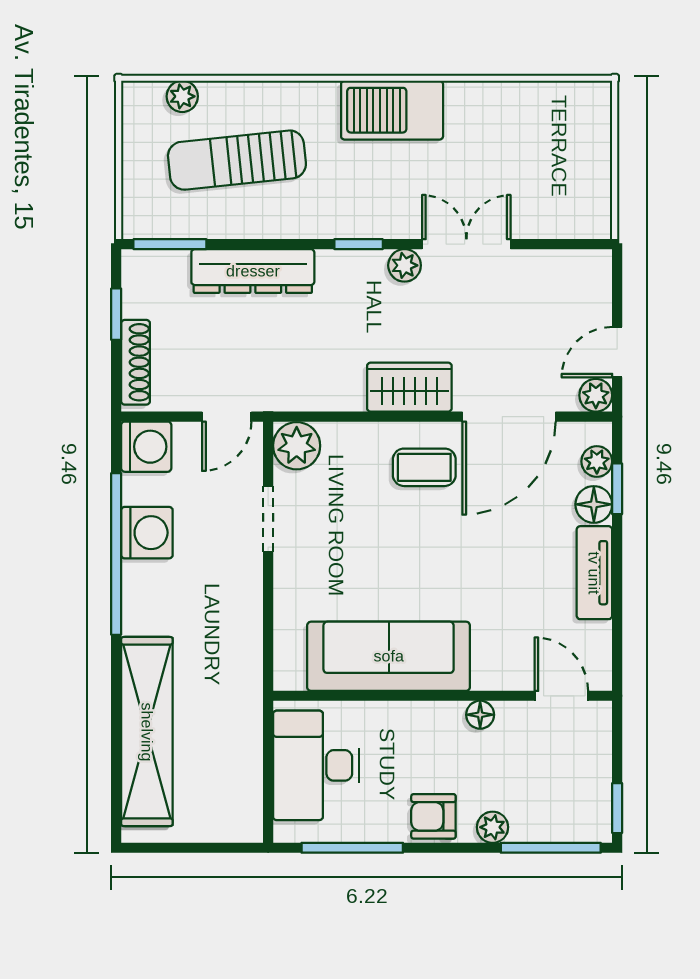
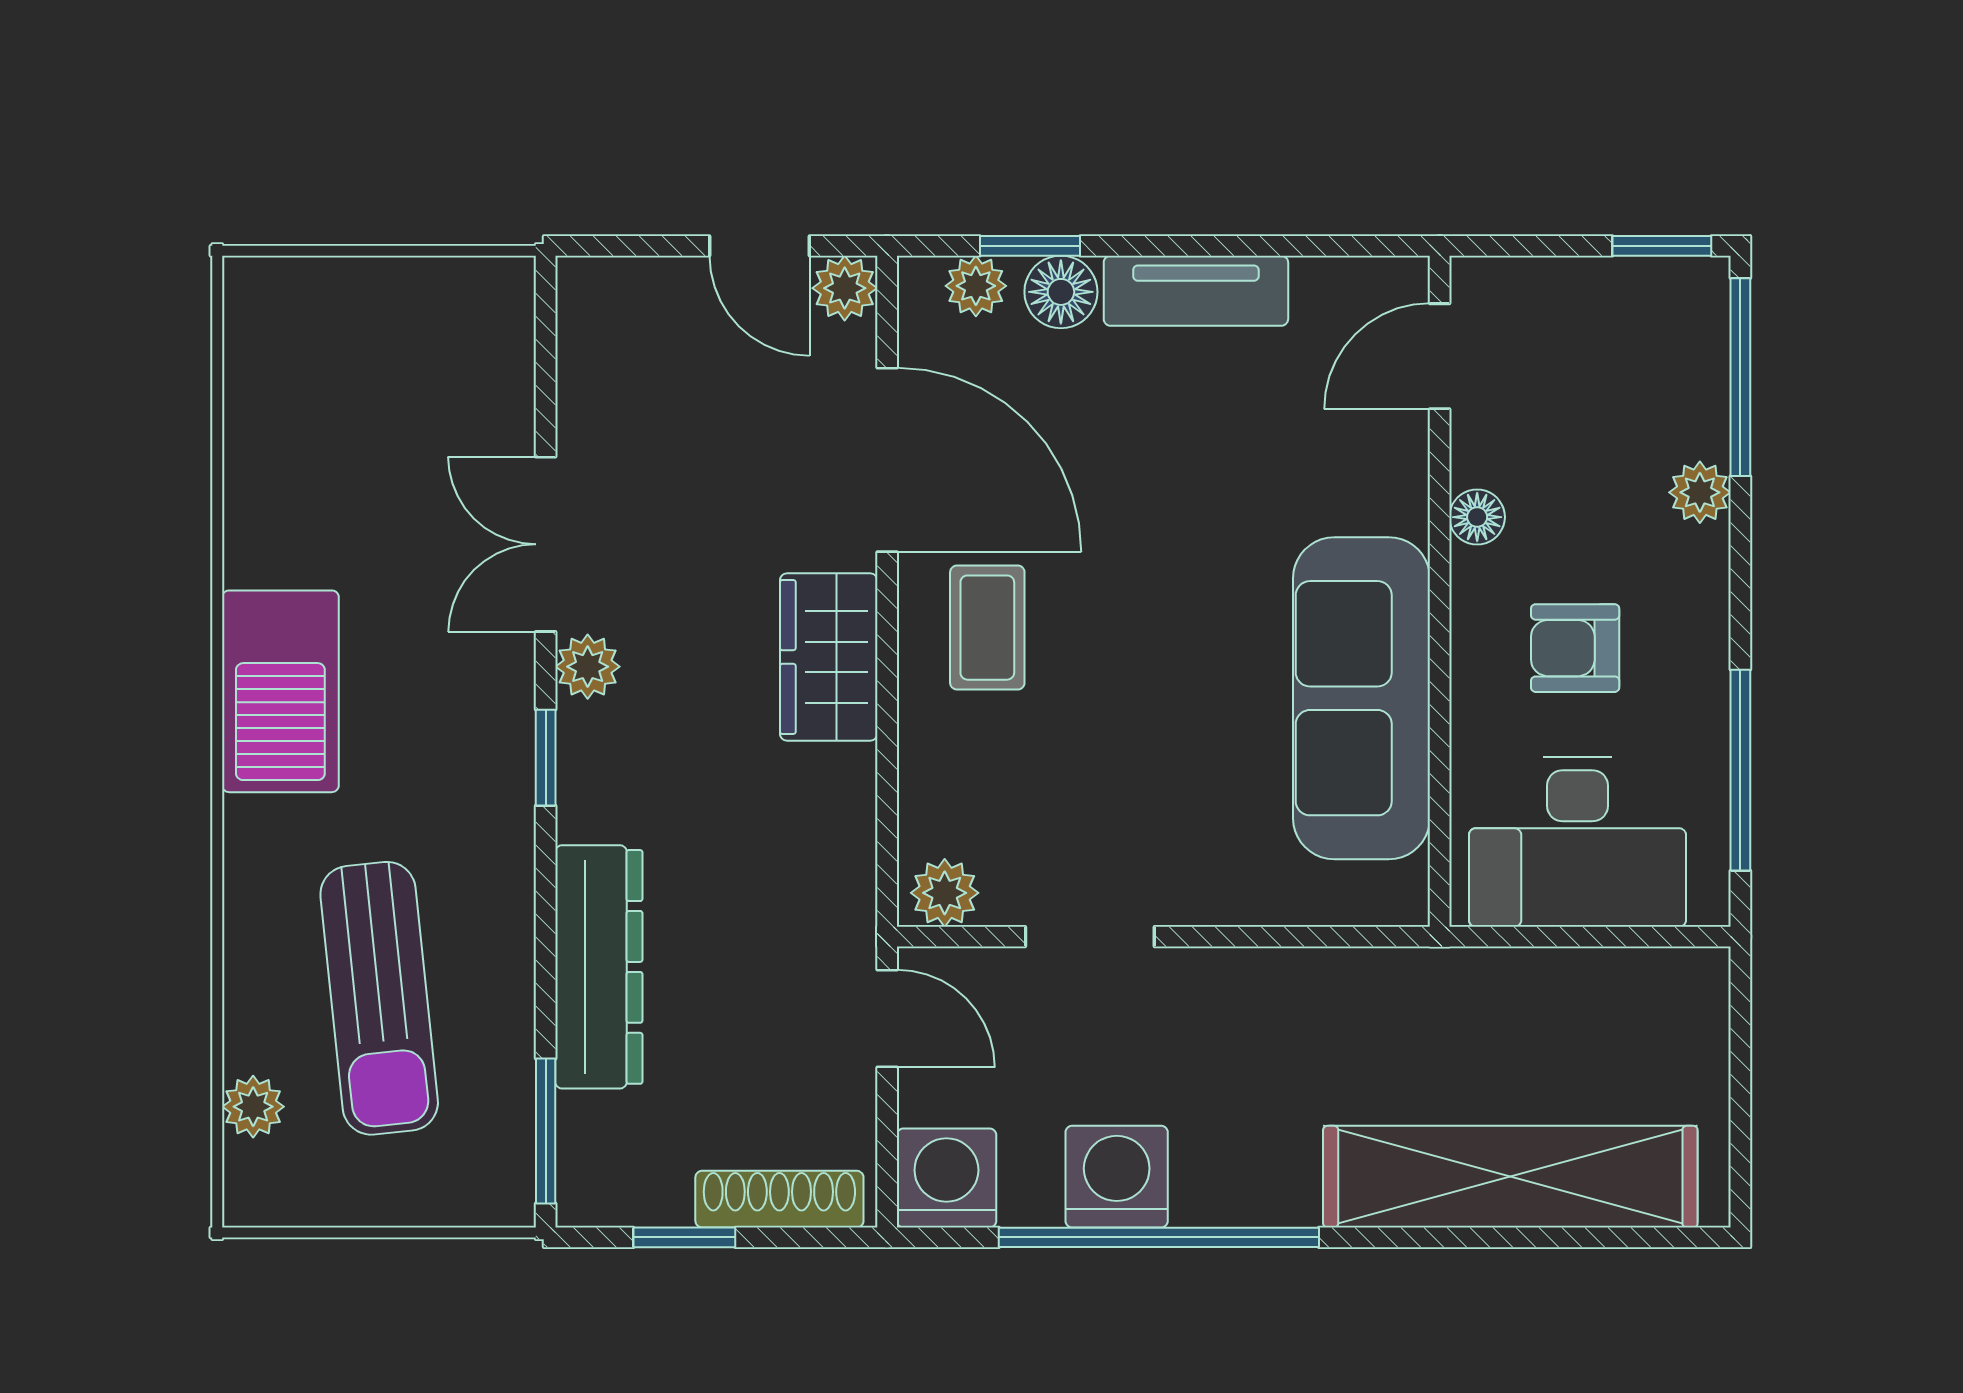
plant: (297, 446) -> (945, 893), width x0.73, depth x0.73
armchair: (433, 816) -> (1575, 648), moved, turned 90

